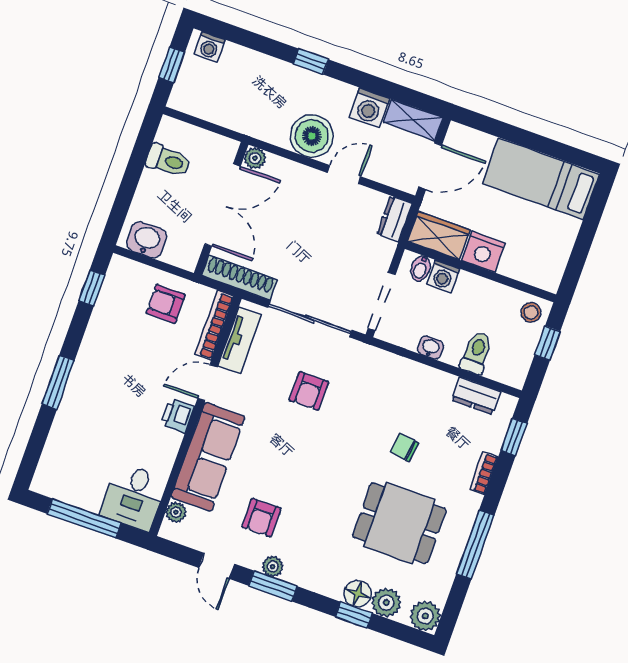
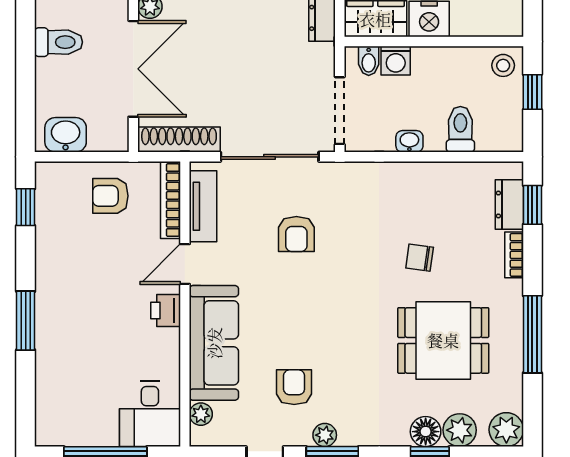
dresser: (476, 396) -> (509, 204), moved, turned 90
armchair: (261, 518) -> (294, 387), turned 180

